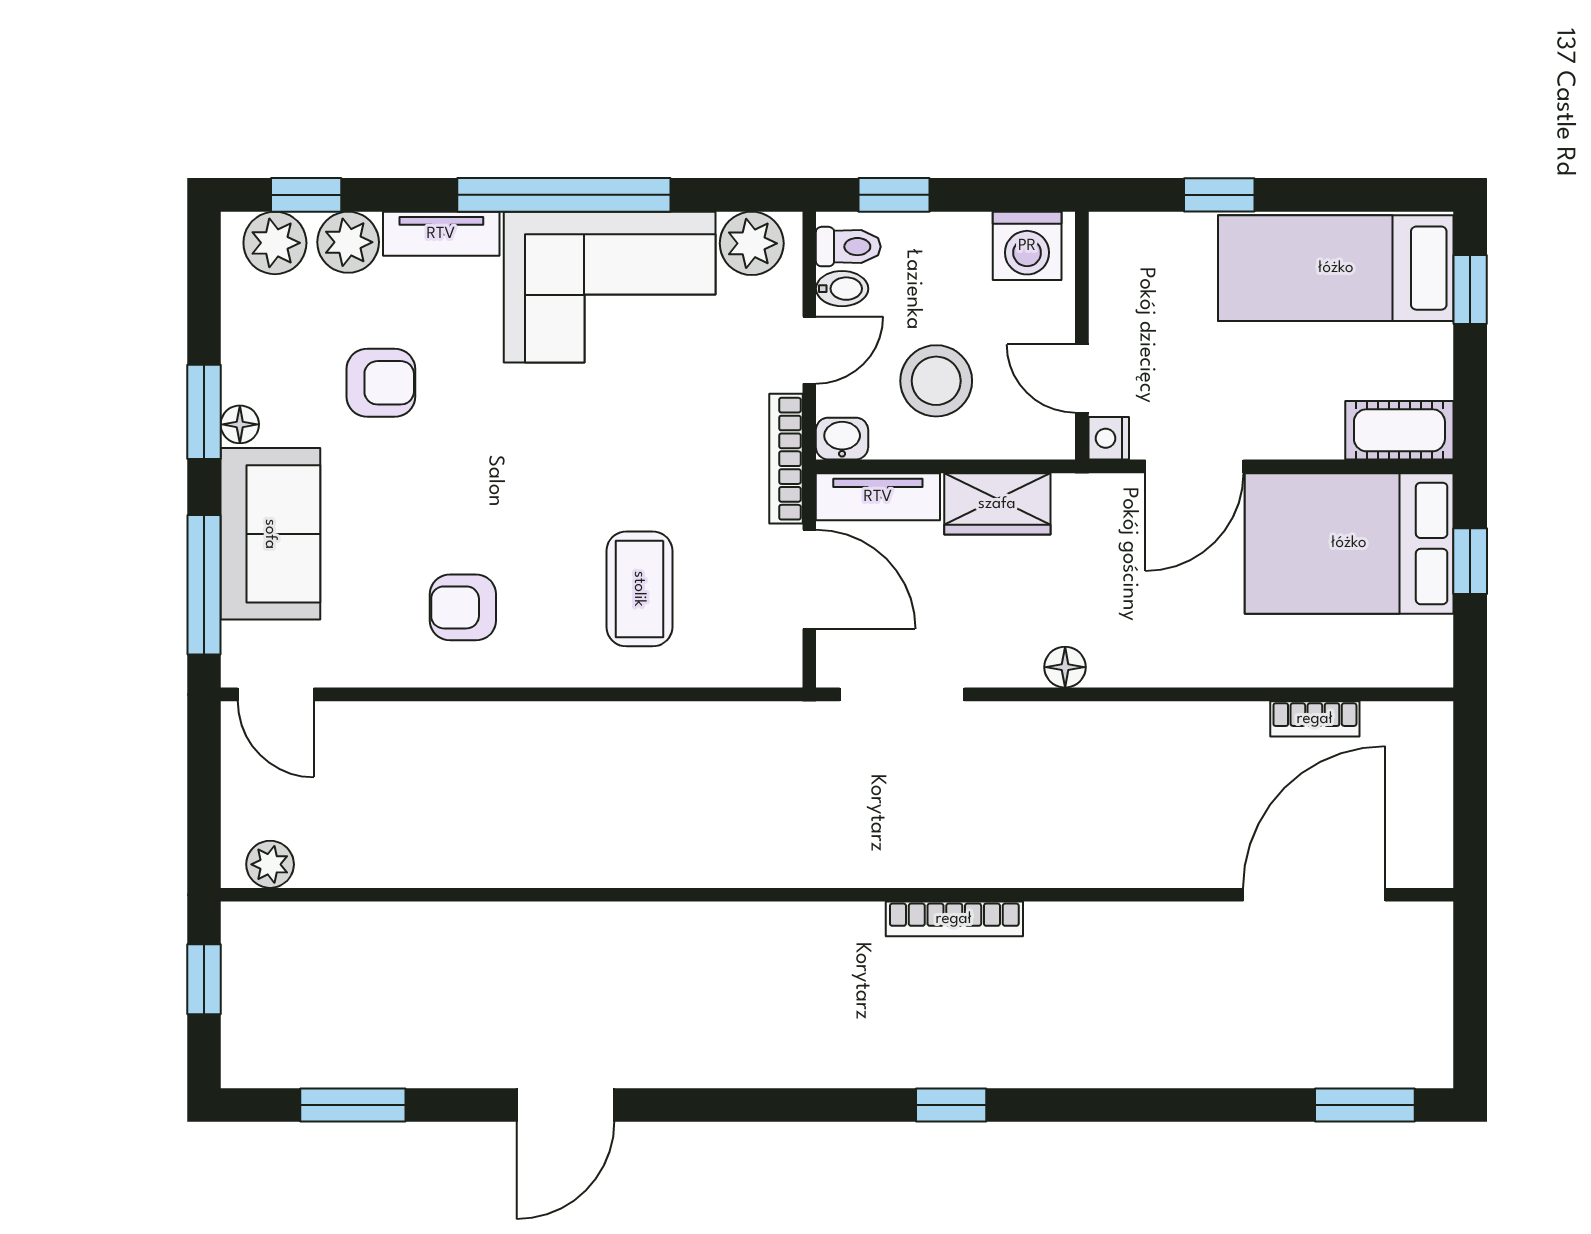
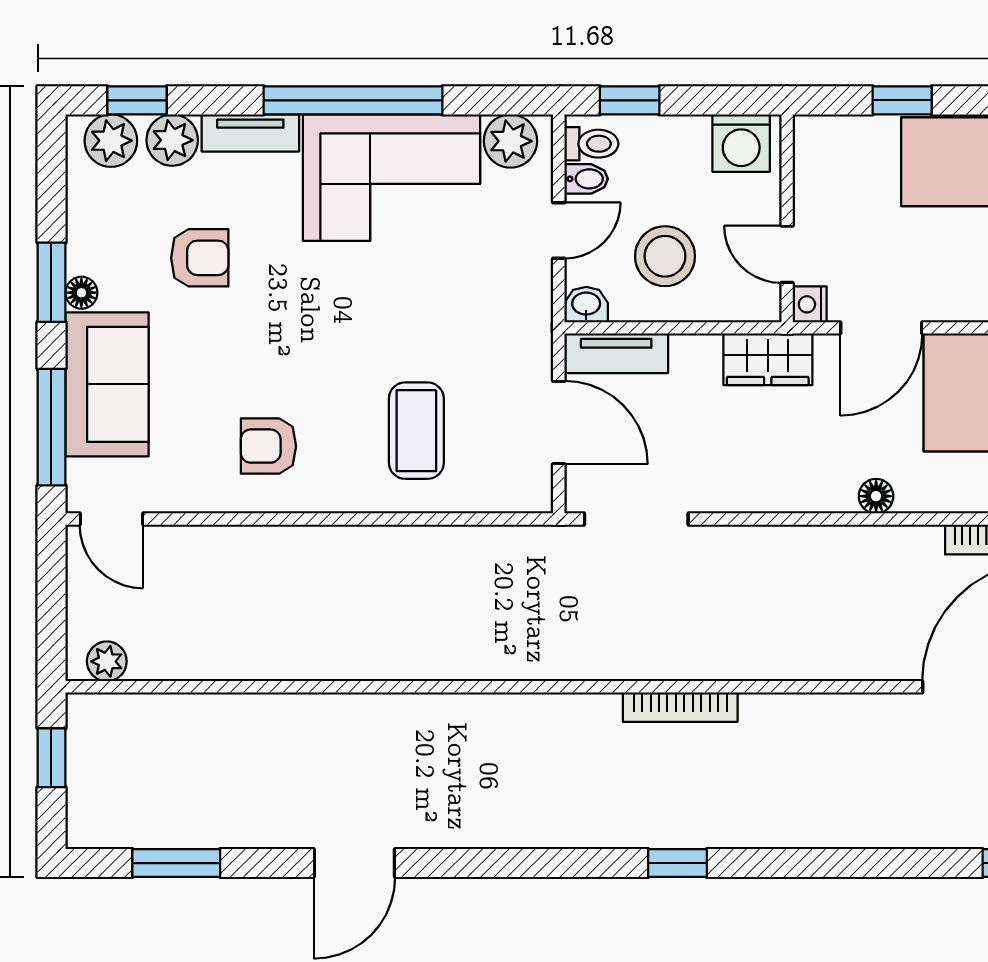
bookcase: (786, 459) -> (539, 321), removed
wardrobe: (997, 504) -> (768, 359), moved
floor lamp: (1065, 667) -> (876, 496), moved

